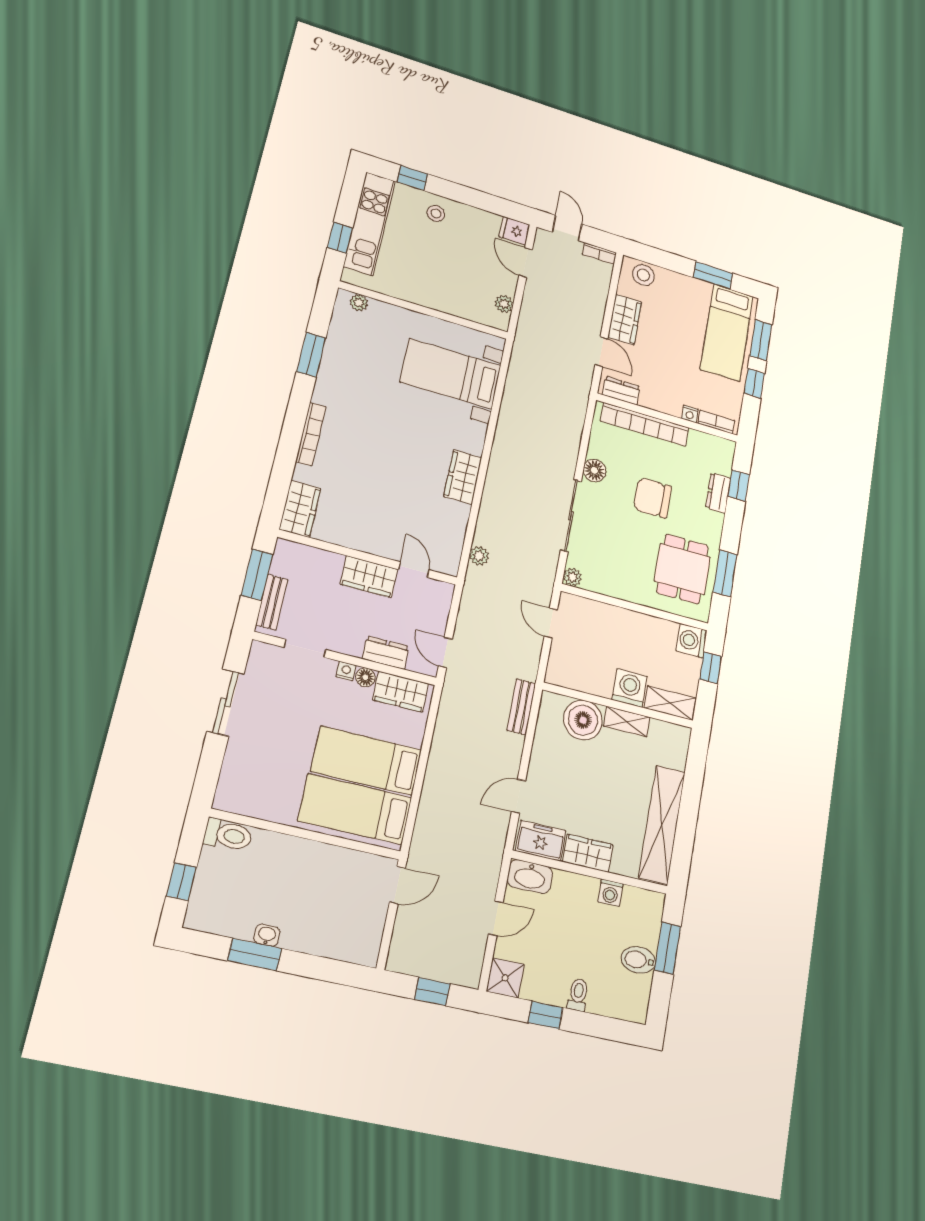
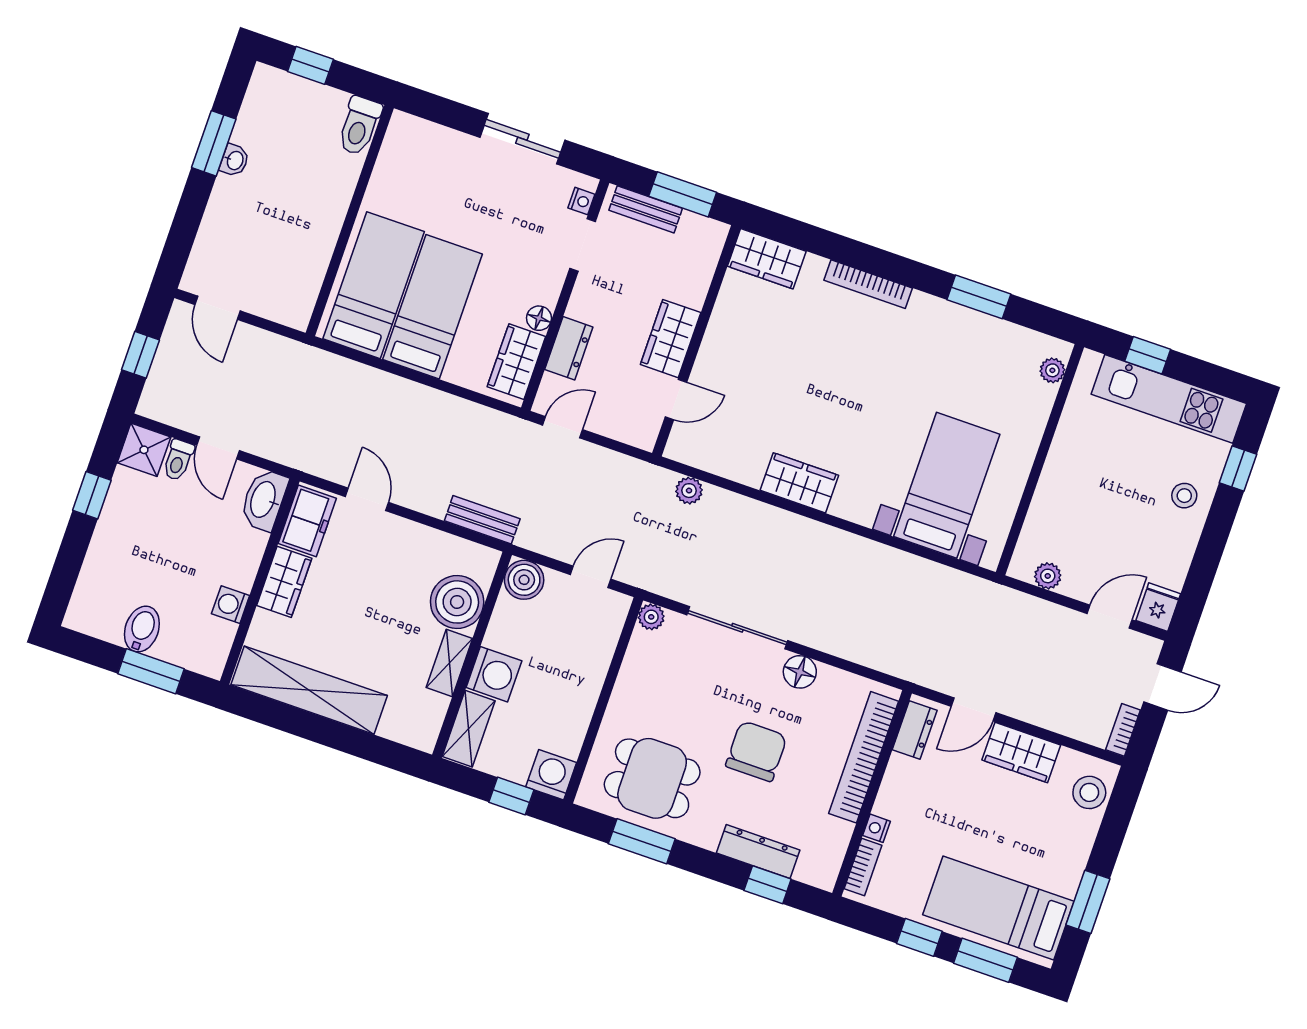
dresser: (718, 493) -> (758, 851), width x1.44
nightstand: (346, 671) -> (581, 201), moved
boiler: (560, 672) -> (524, 580), added
door: (397, 885) -> (218, 308), moved
toilet: (578, 995) -> (178, 460), moved, turned 90

